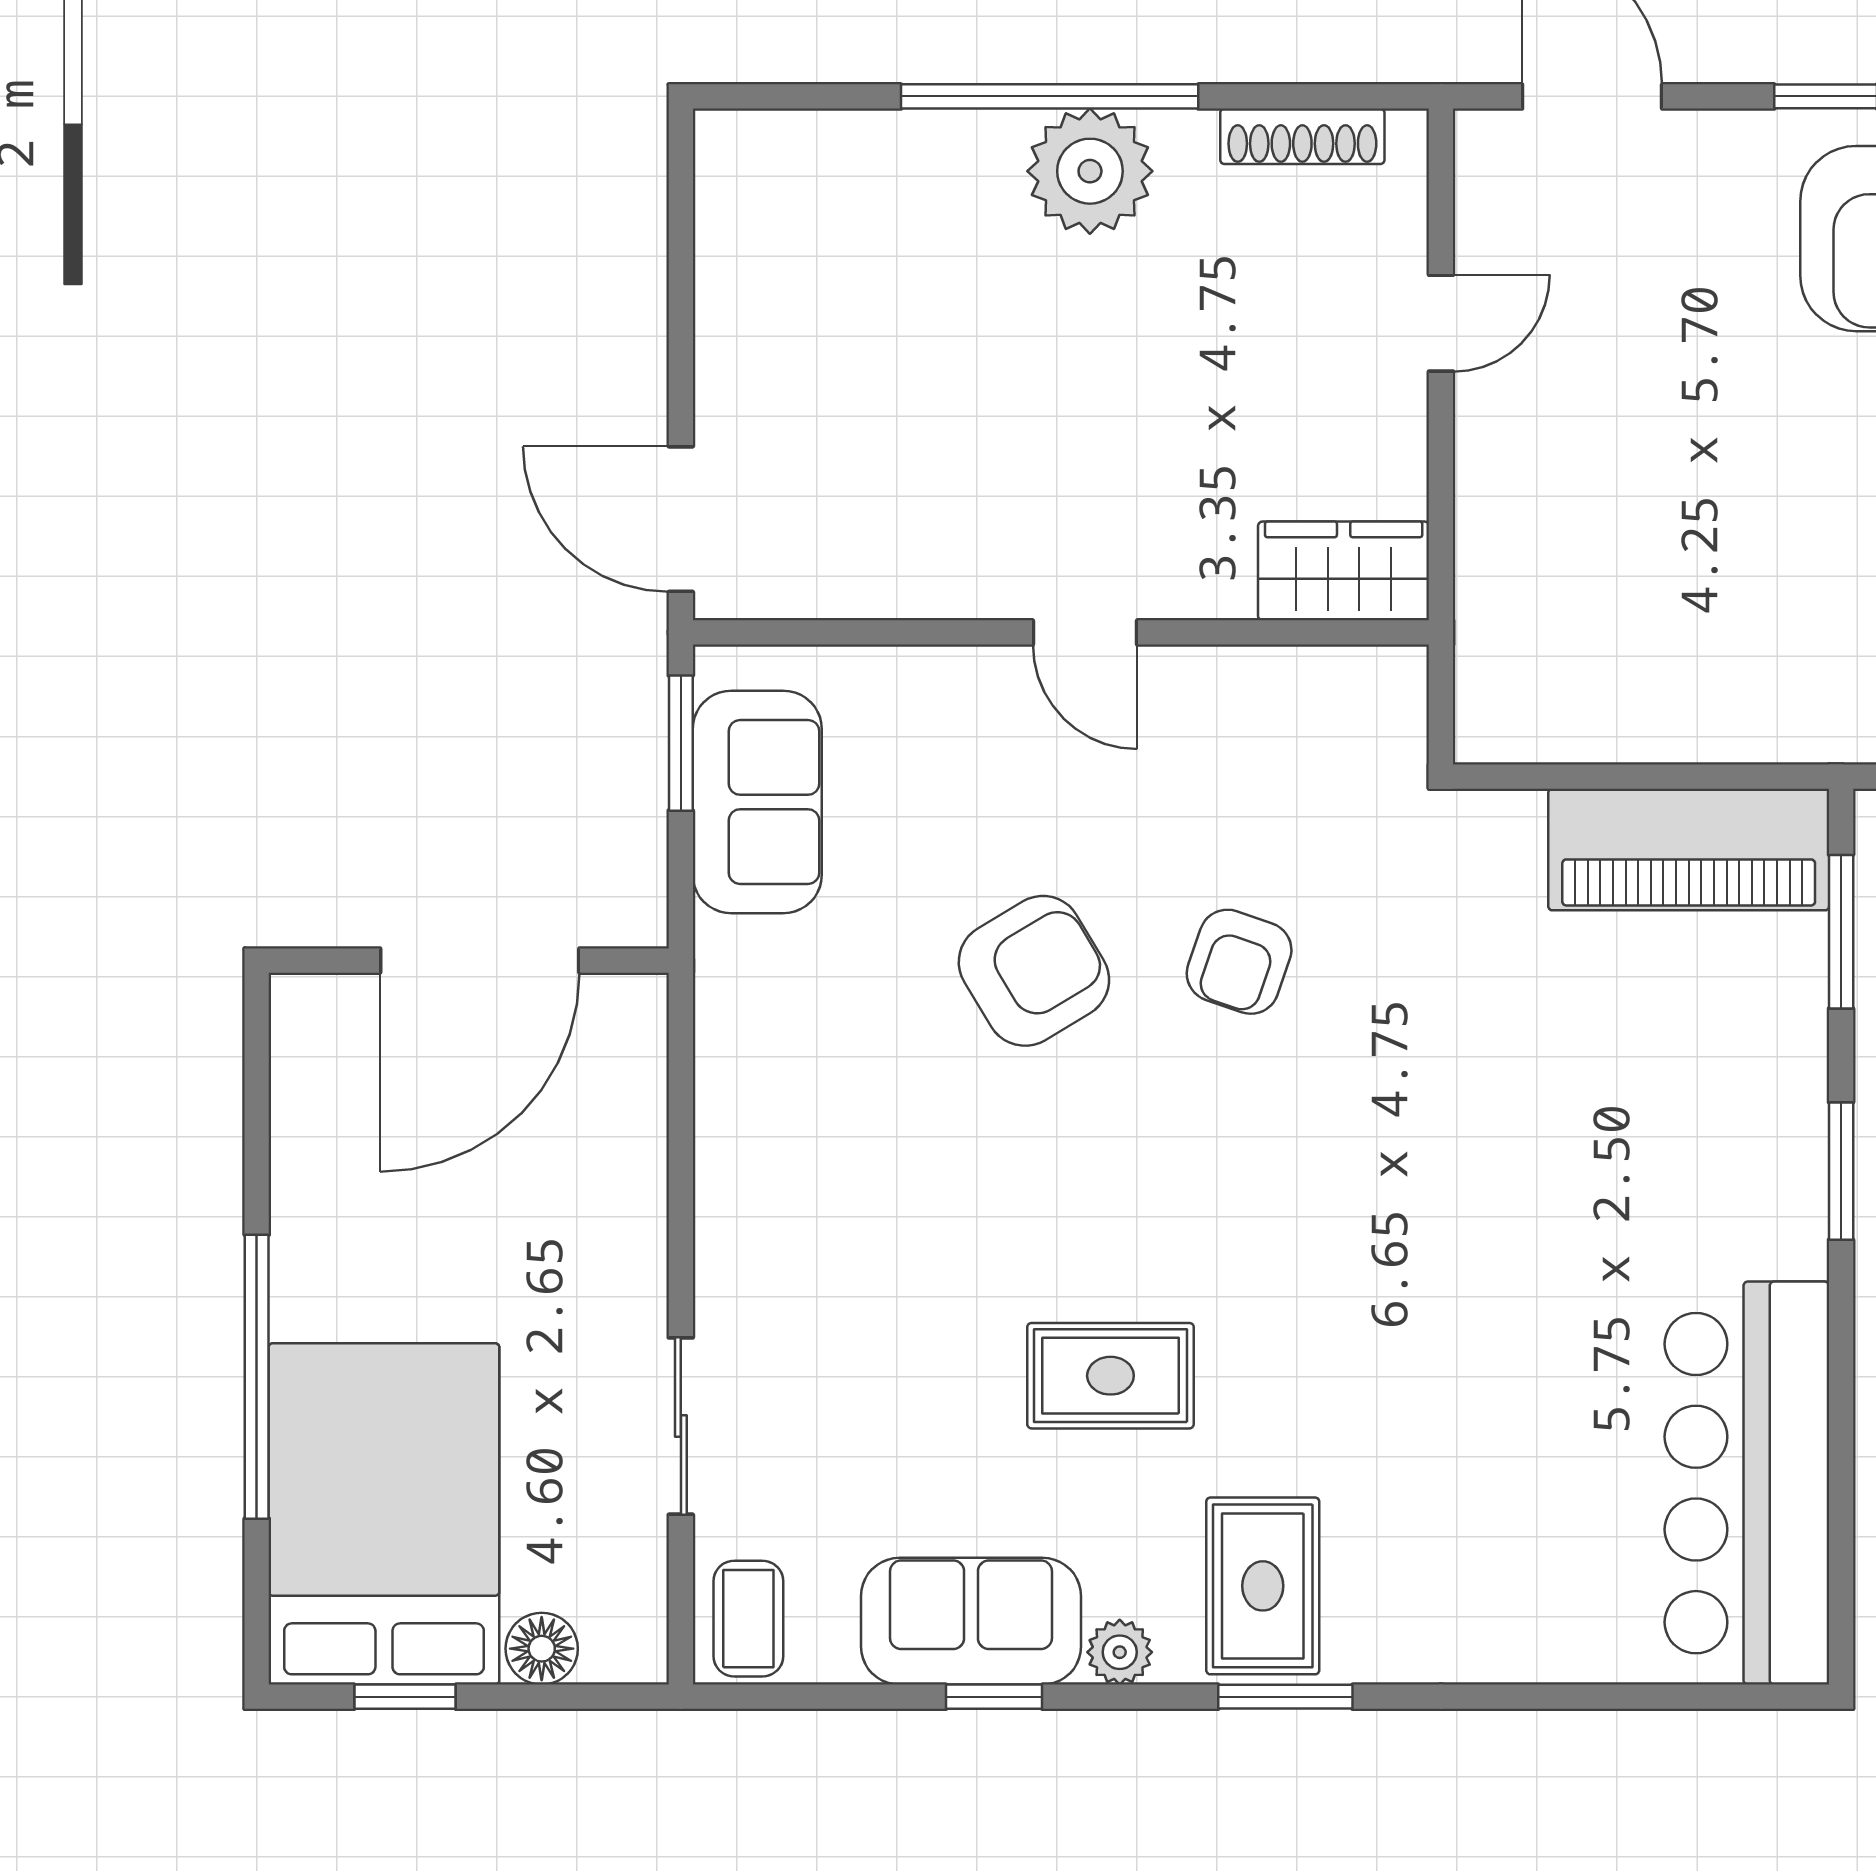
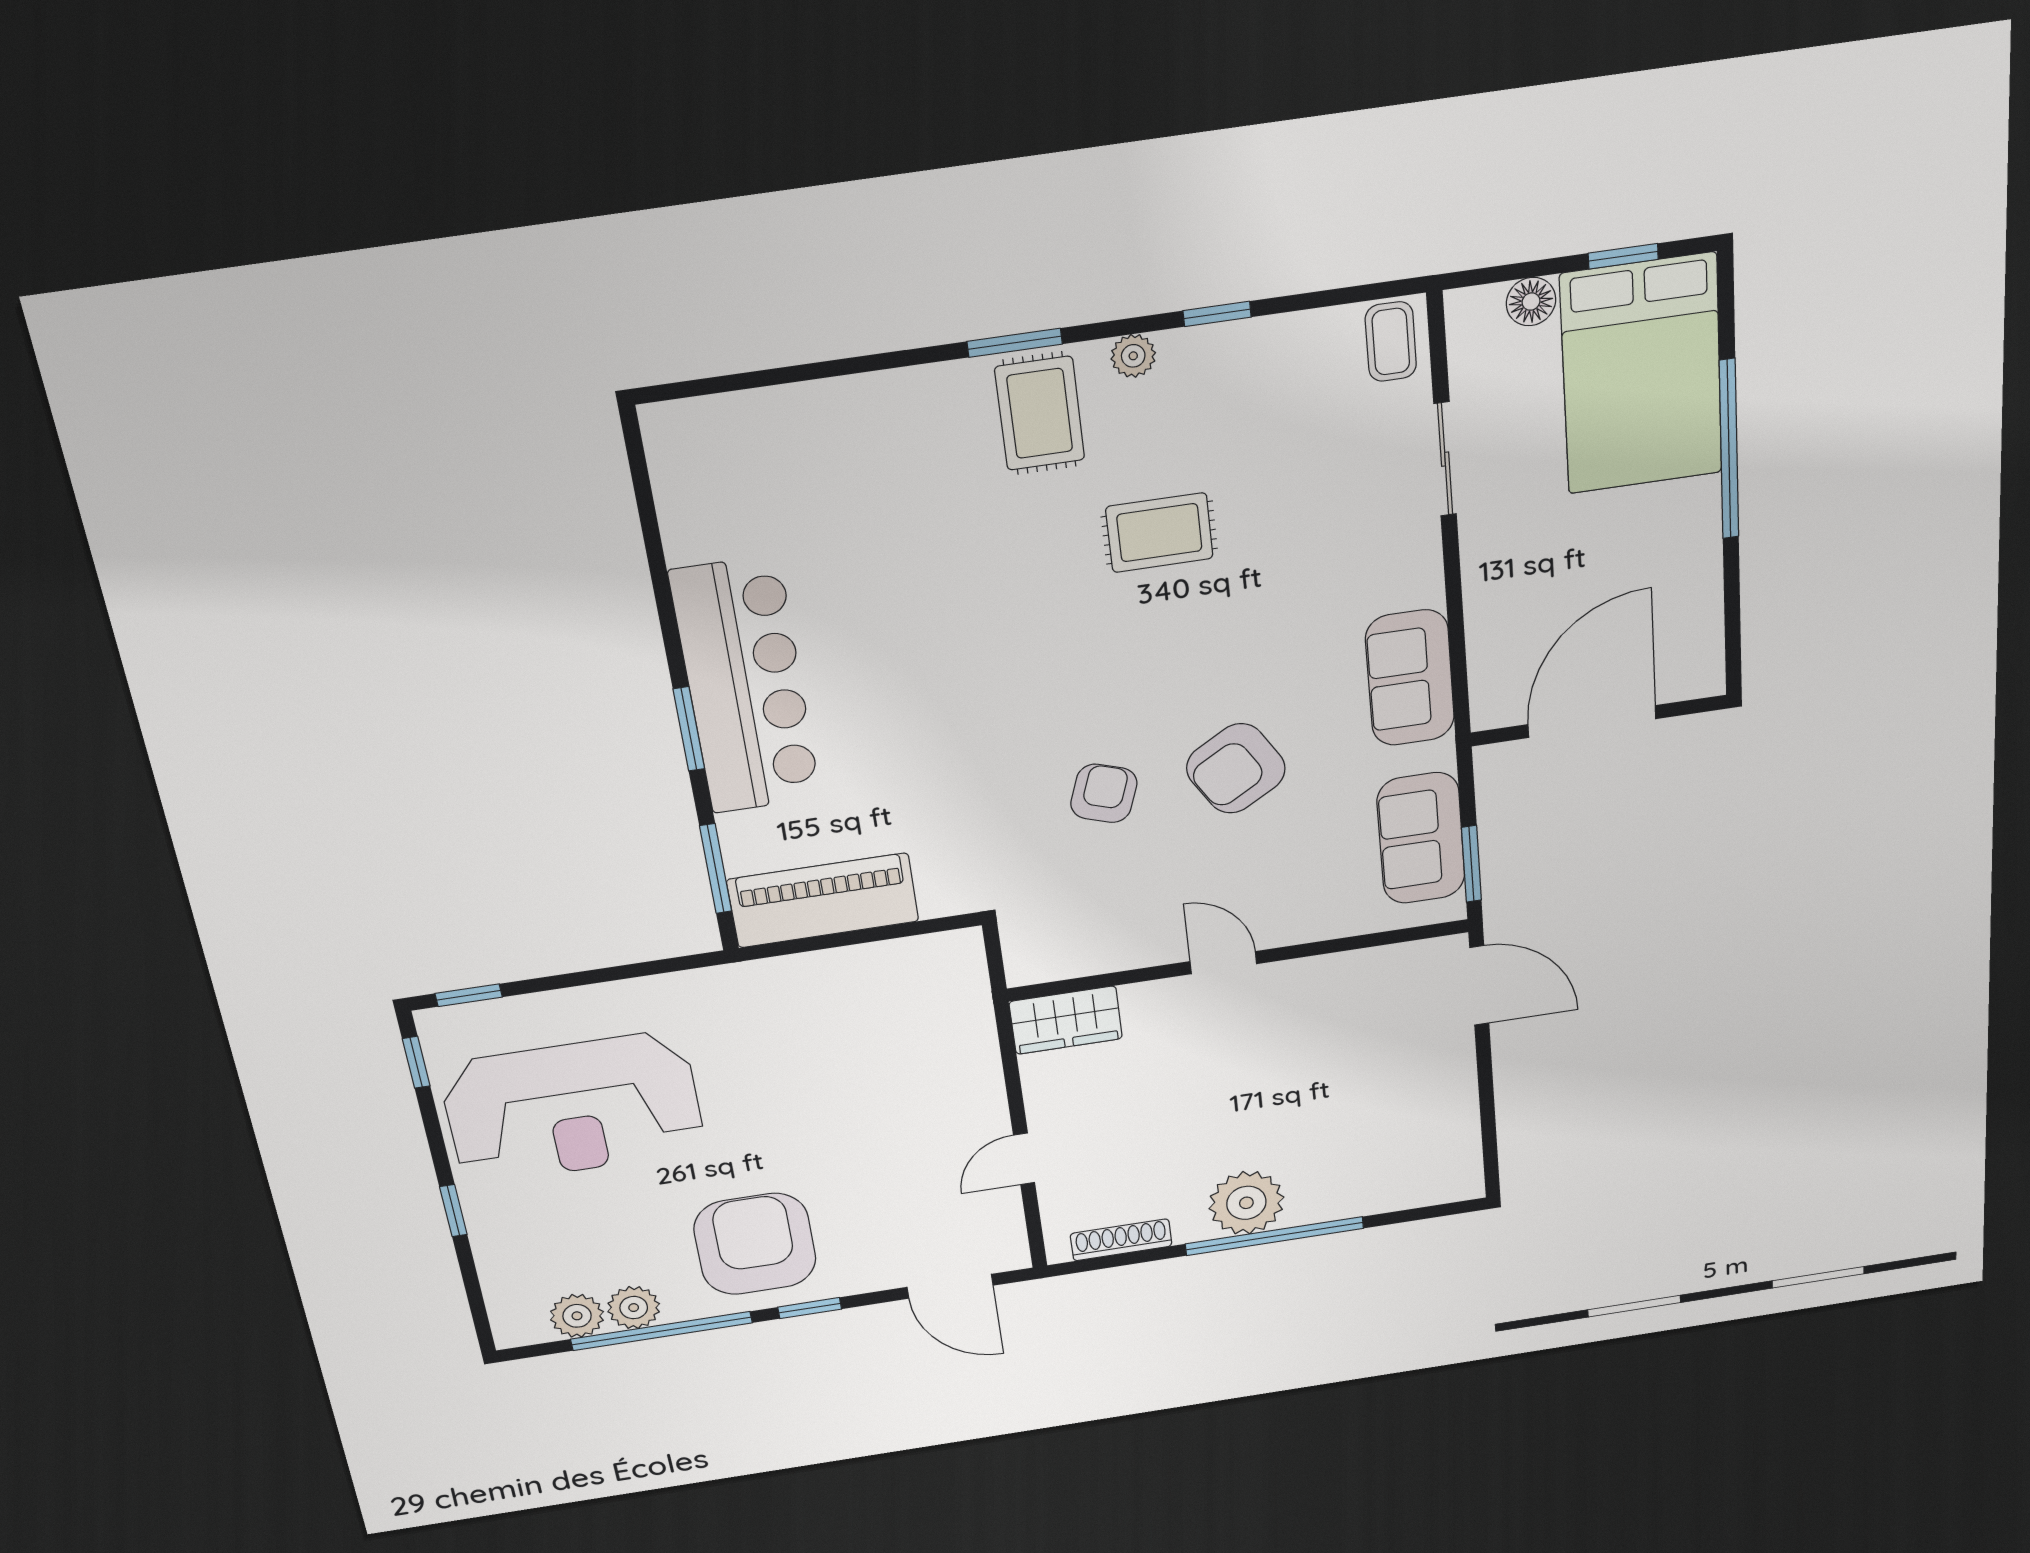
bar counter: (1747, 1483) -> (745, 686), moved
sofa: (971, 1621) -> (1410, 678), moved, turned 90

